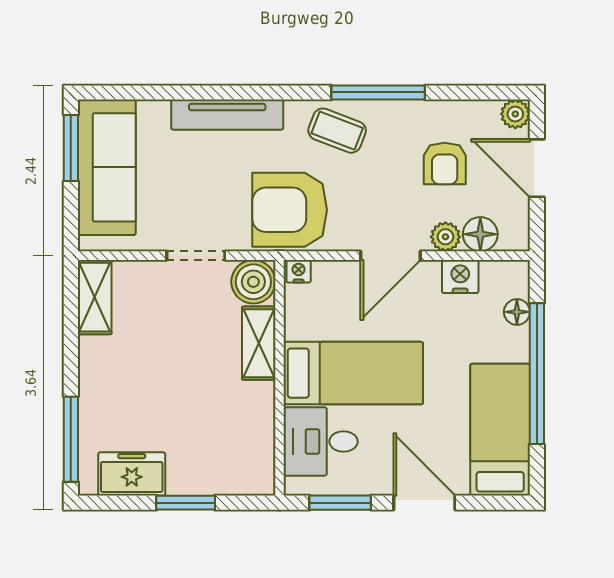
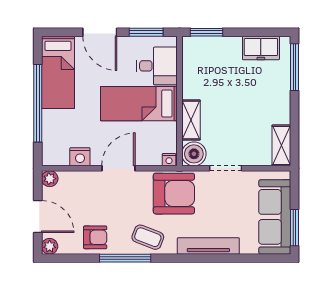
armchair: (445, 164) -> (95, 237), moved, turned 90
floor lamp: (480, 234) -> (69, 180), removed
plant: (445, 237) -> (50, 179), moved
floor lamp: (517, 312) -> (49, 137), removed
window: (186, 503) -> (206, 32), moved

